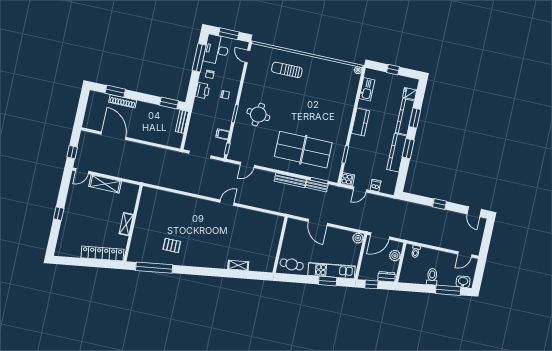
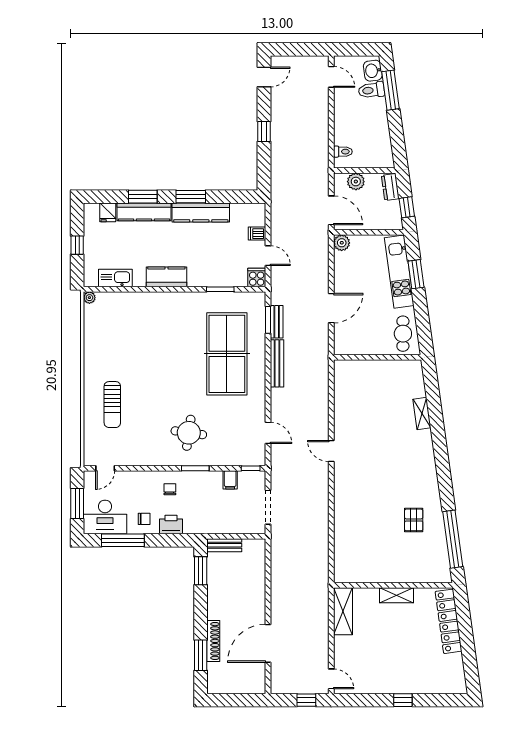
shelving: (105, 184) -> (343, 611), moved
toilet: (432, 277) -> (371, 90), moved

